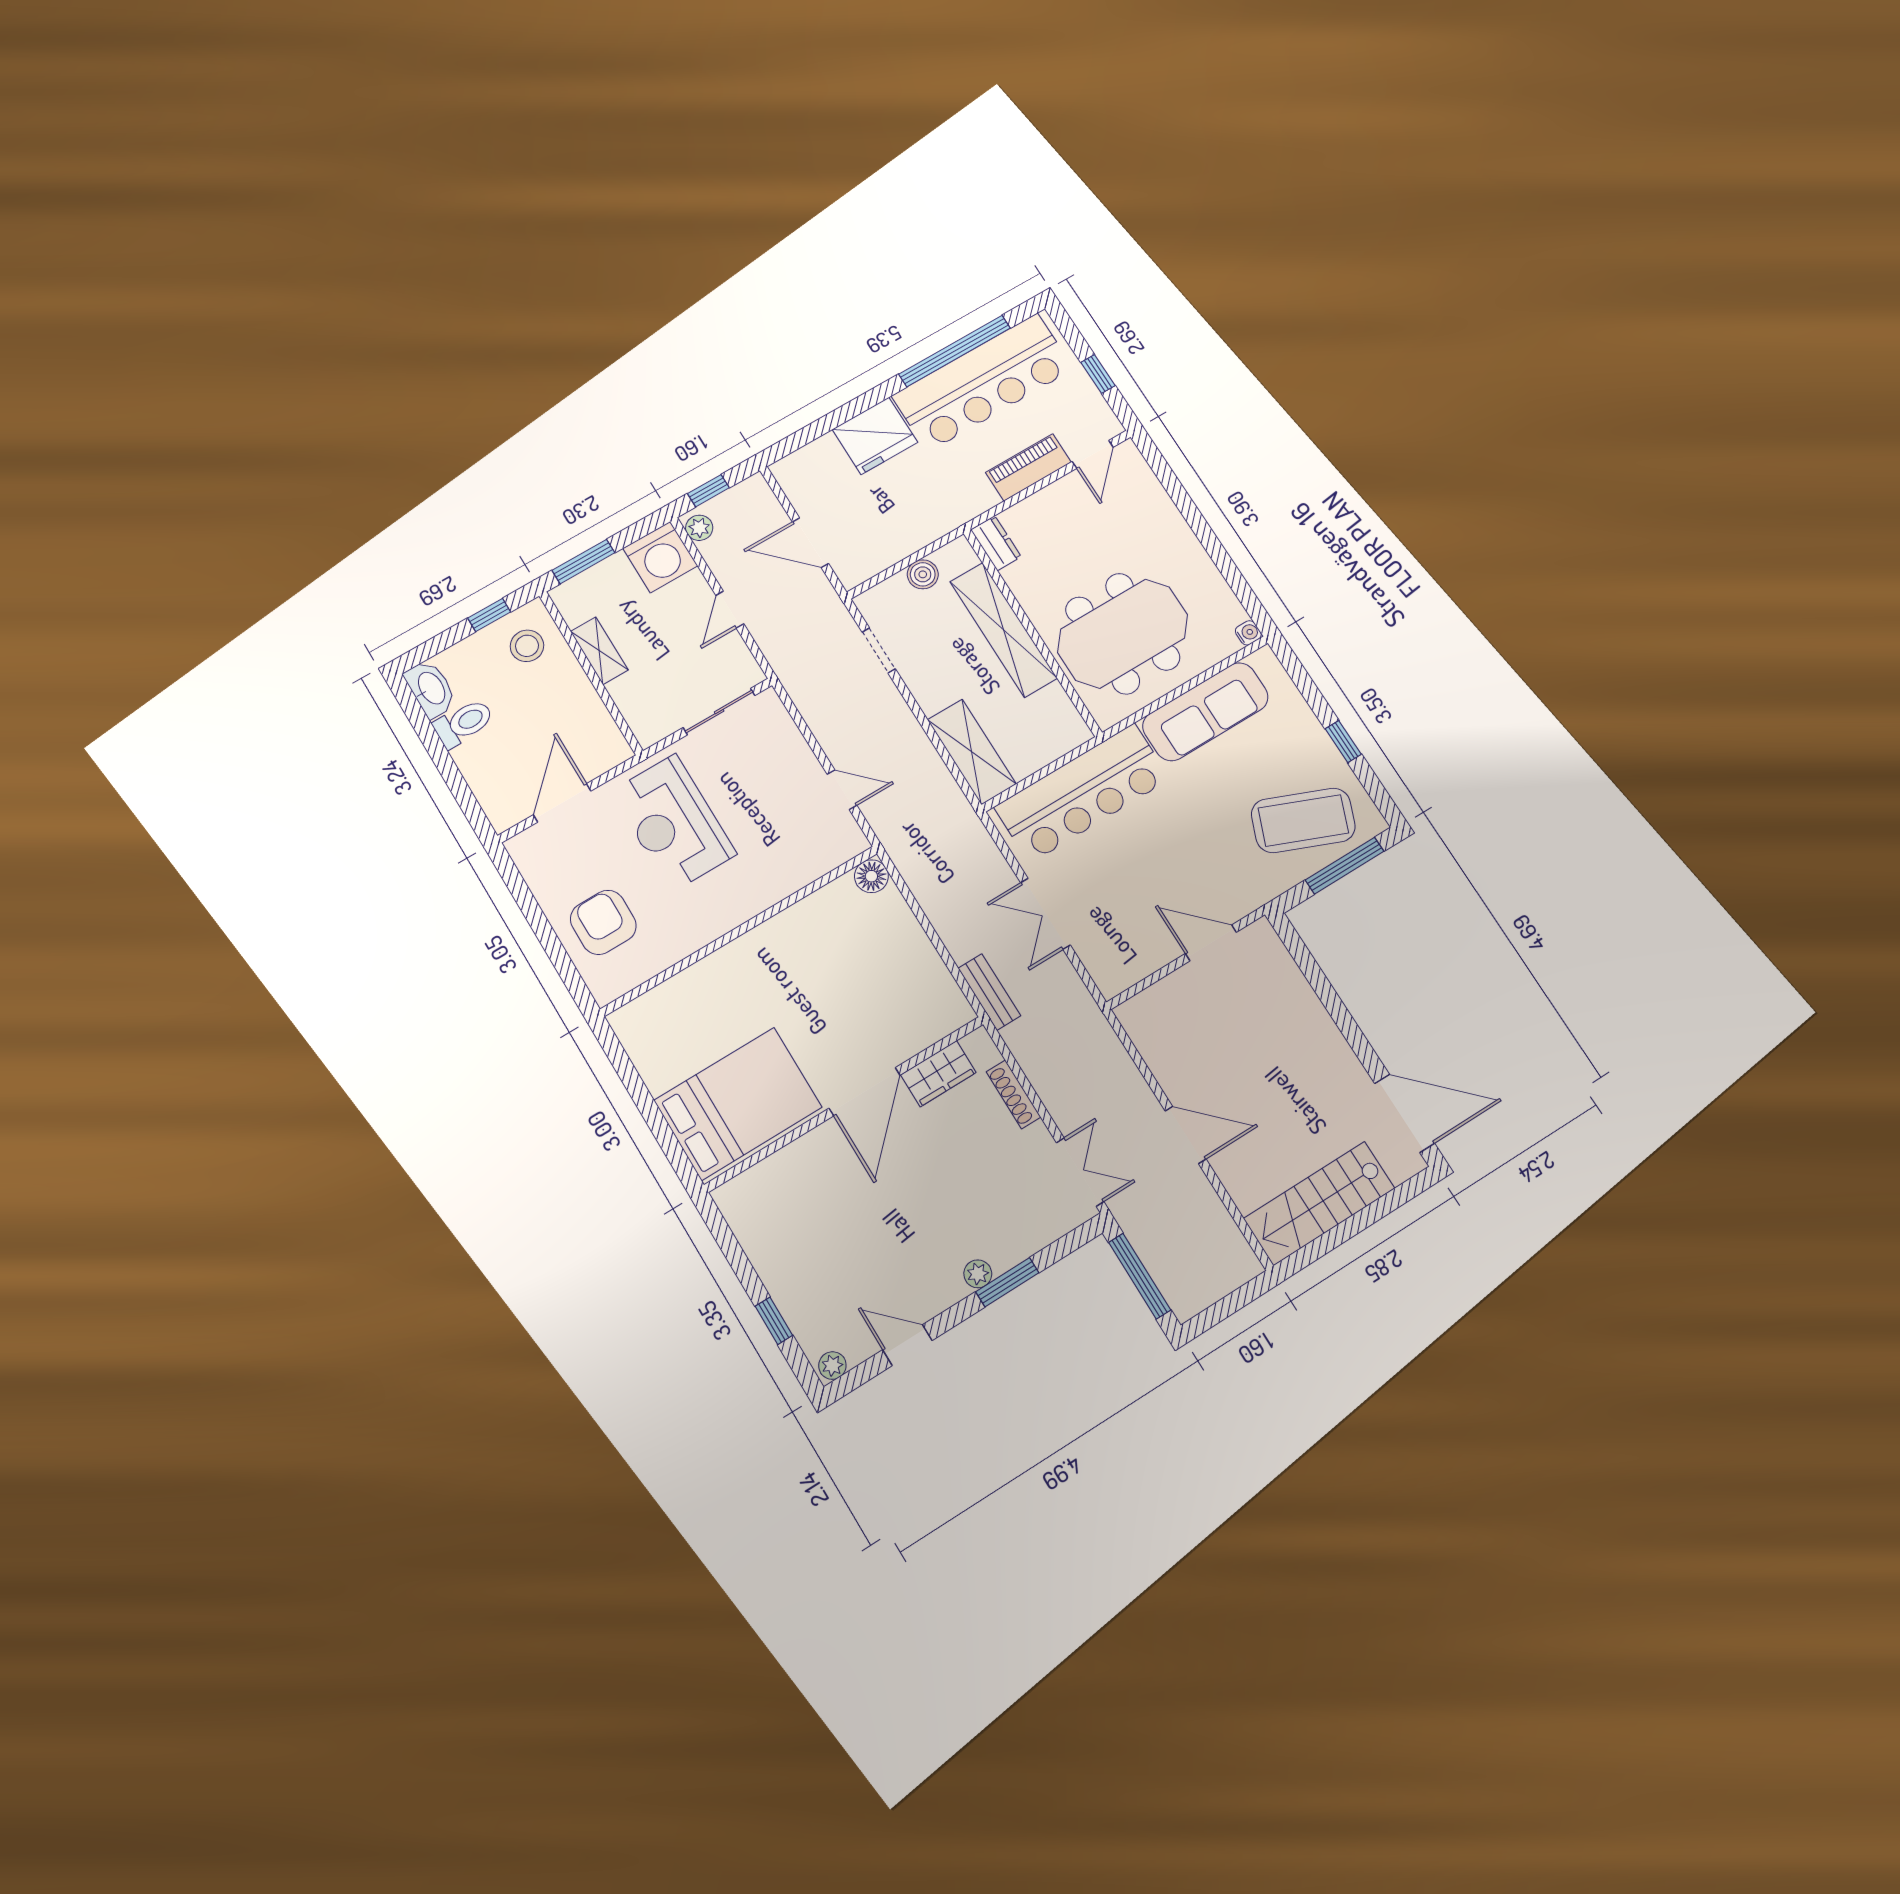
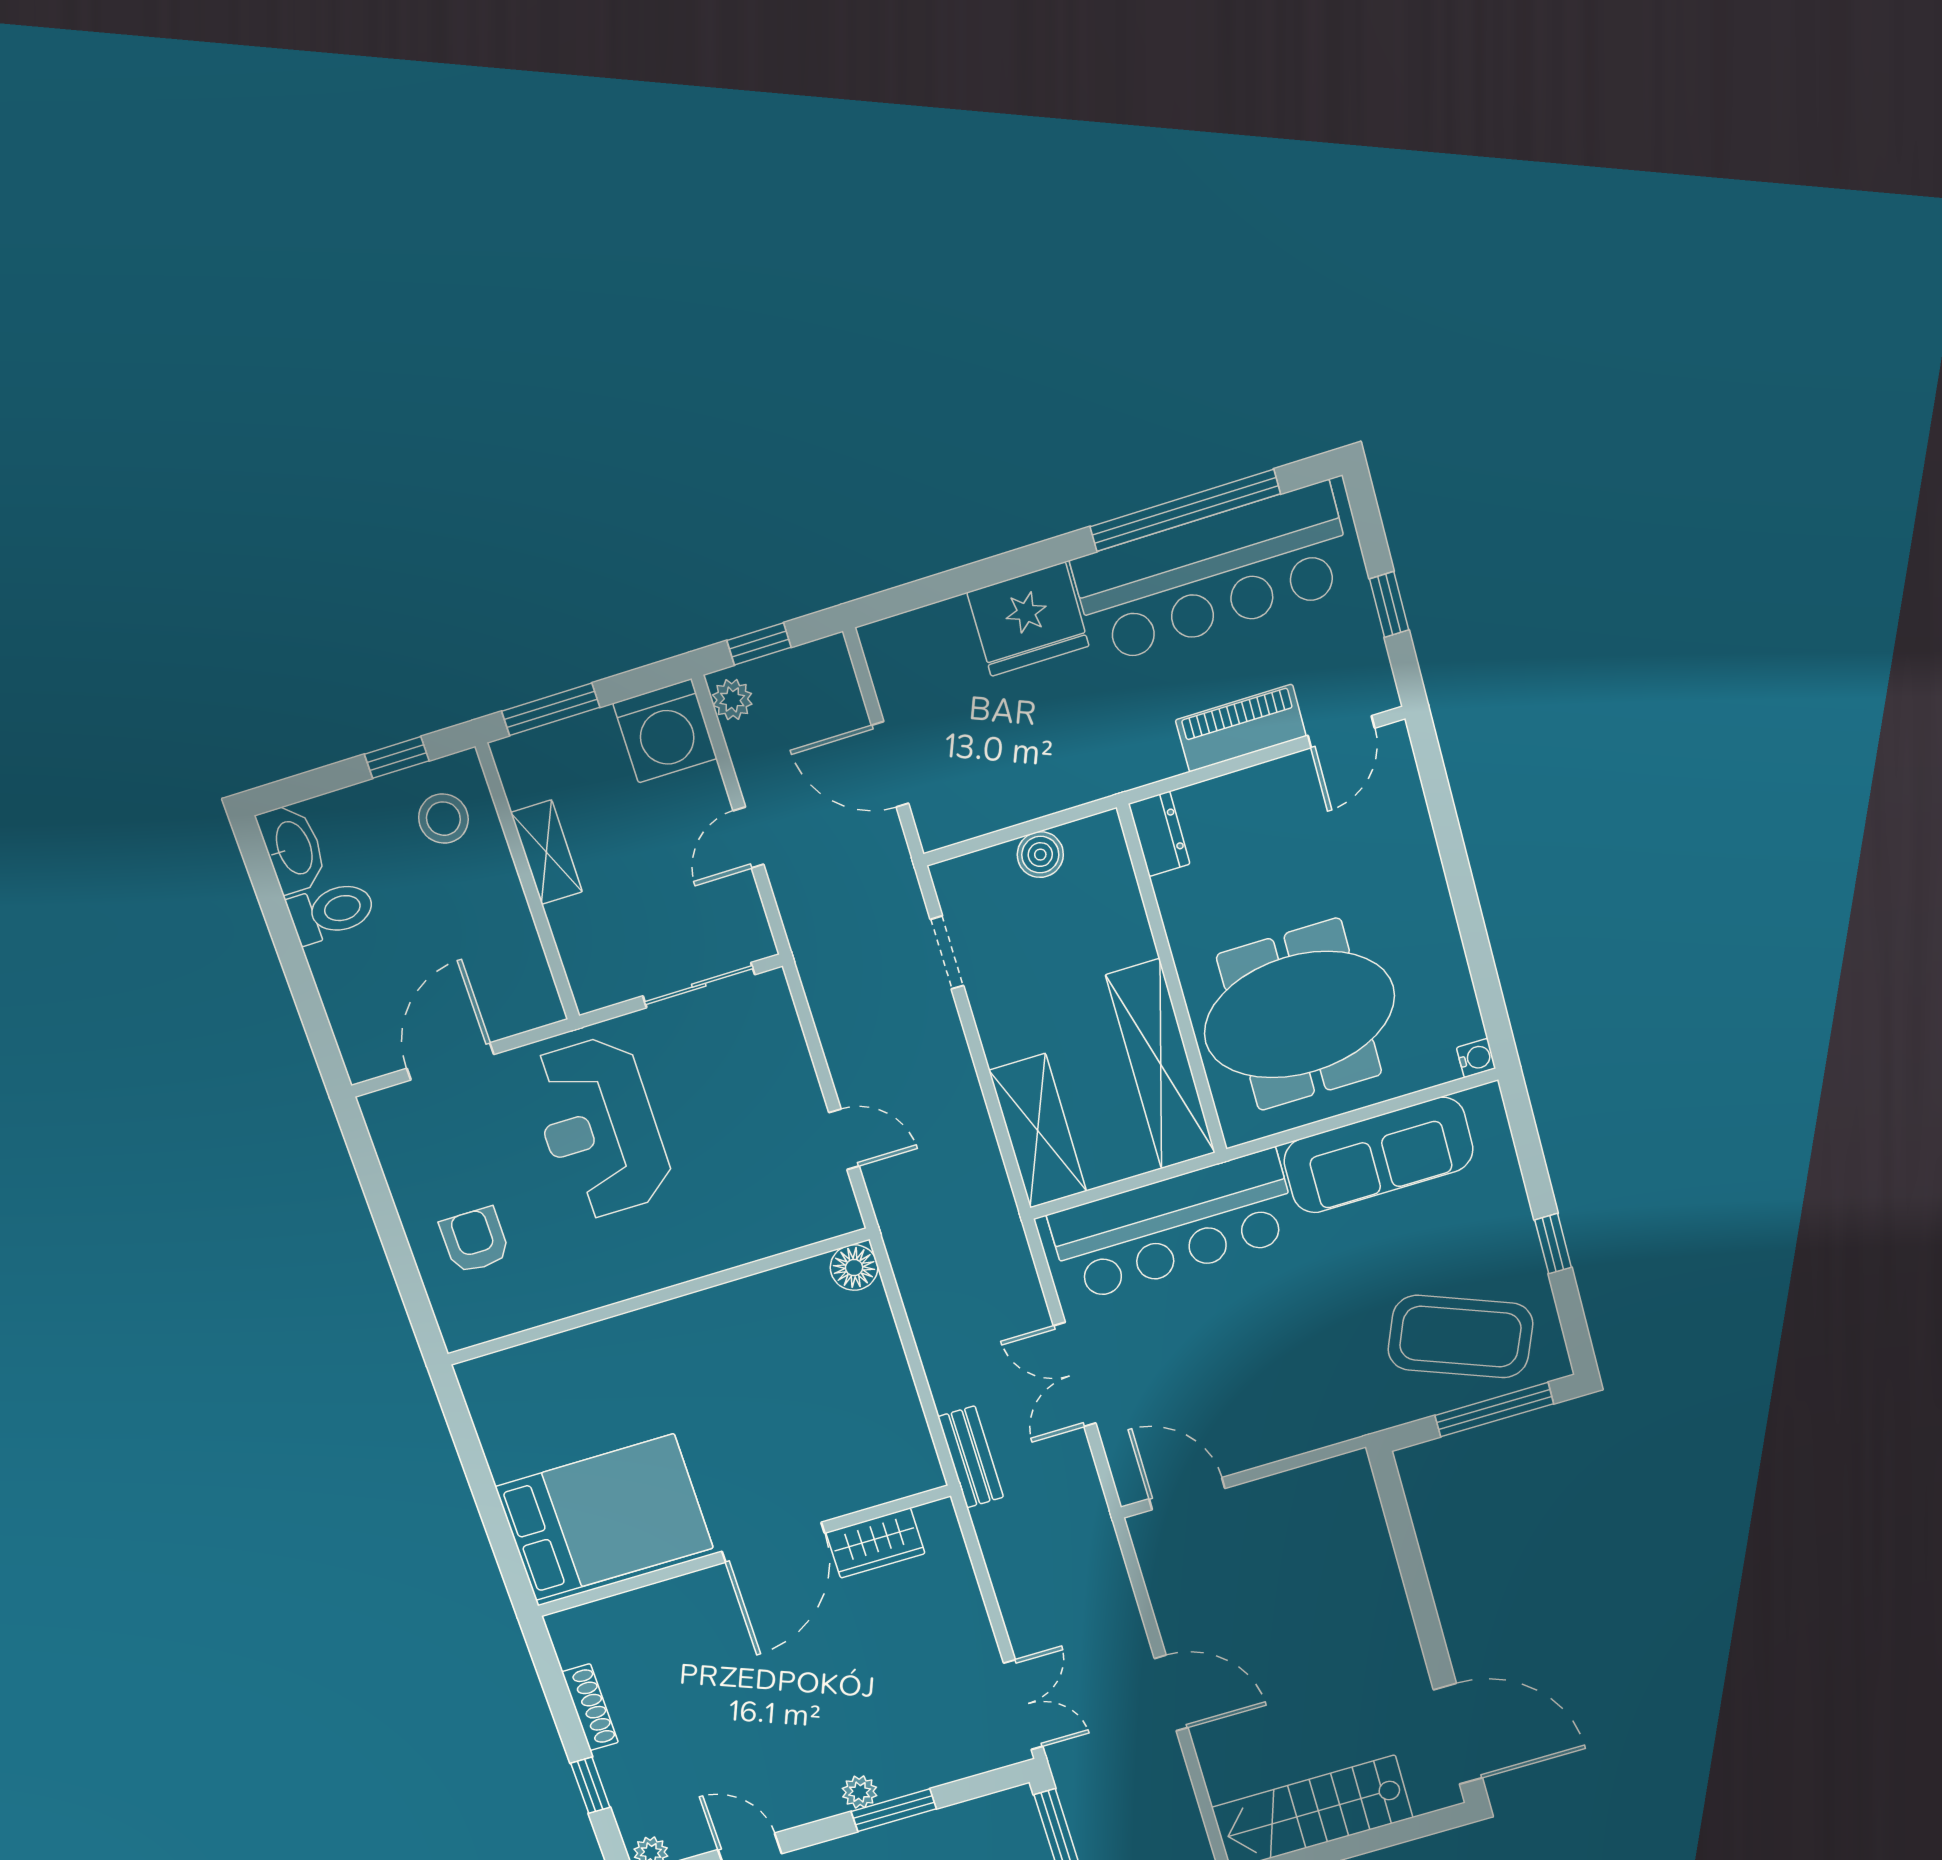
shelving: (1004, 630) -> (1161, 1064), moved
armchair: (603, 922) -> (475, 1240), width x0.72, depth x0.72
door: (1211, 943) -> (1187, 1494), moved
shoe rack: (1013, 1094) -> (590, 1707), moved, turned 180

